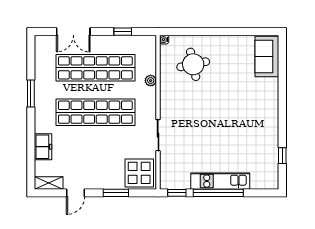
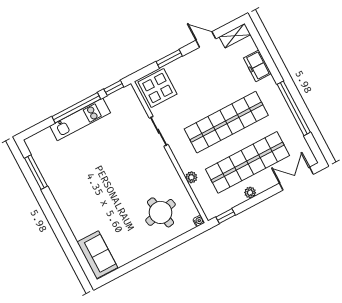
double door: (73, 32) -> (296, 179), moved
window: (123, 32) -> (226, 216), moved
plant: (107, 41) -> (250, 193), added
window: (31, 93) -> (294, 108), width x2.11
window: (282, 156) -> (36, 172), width x2.17
door: (75, 193) -> (206, 39), hinge flipped

